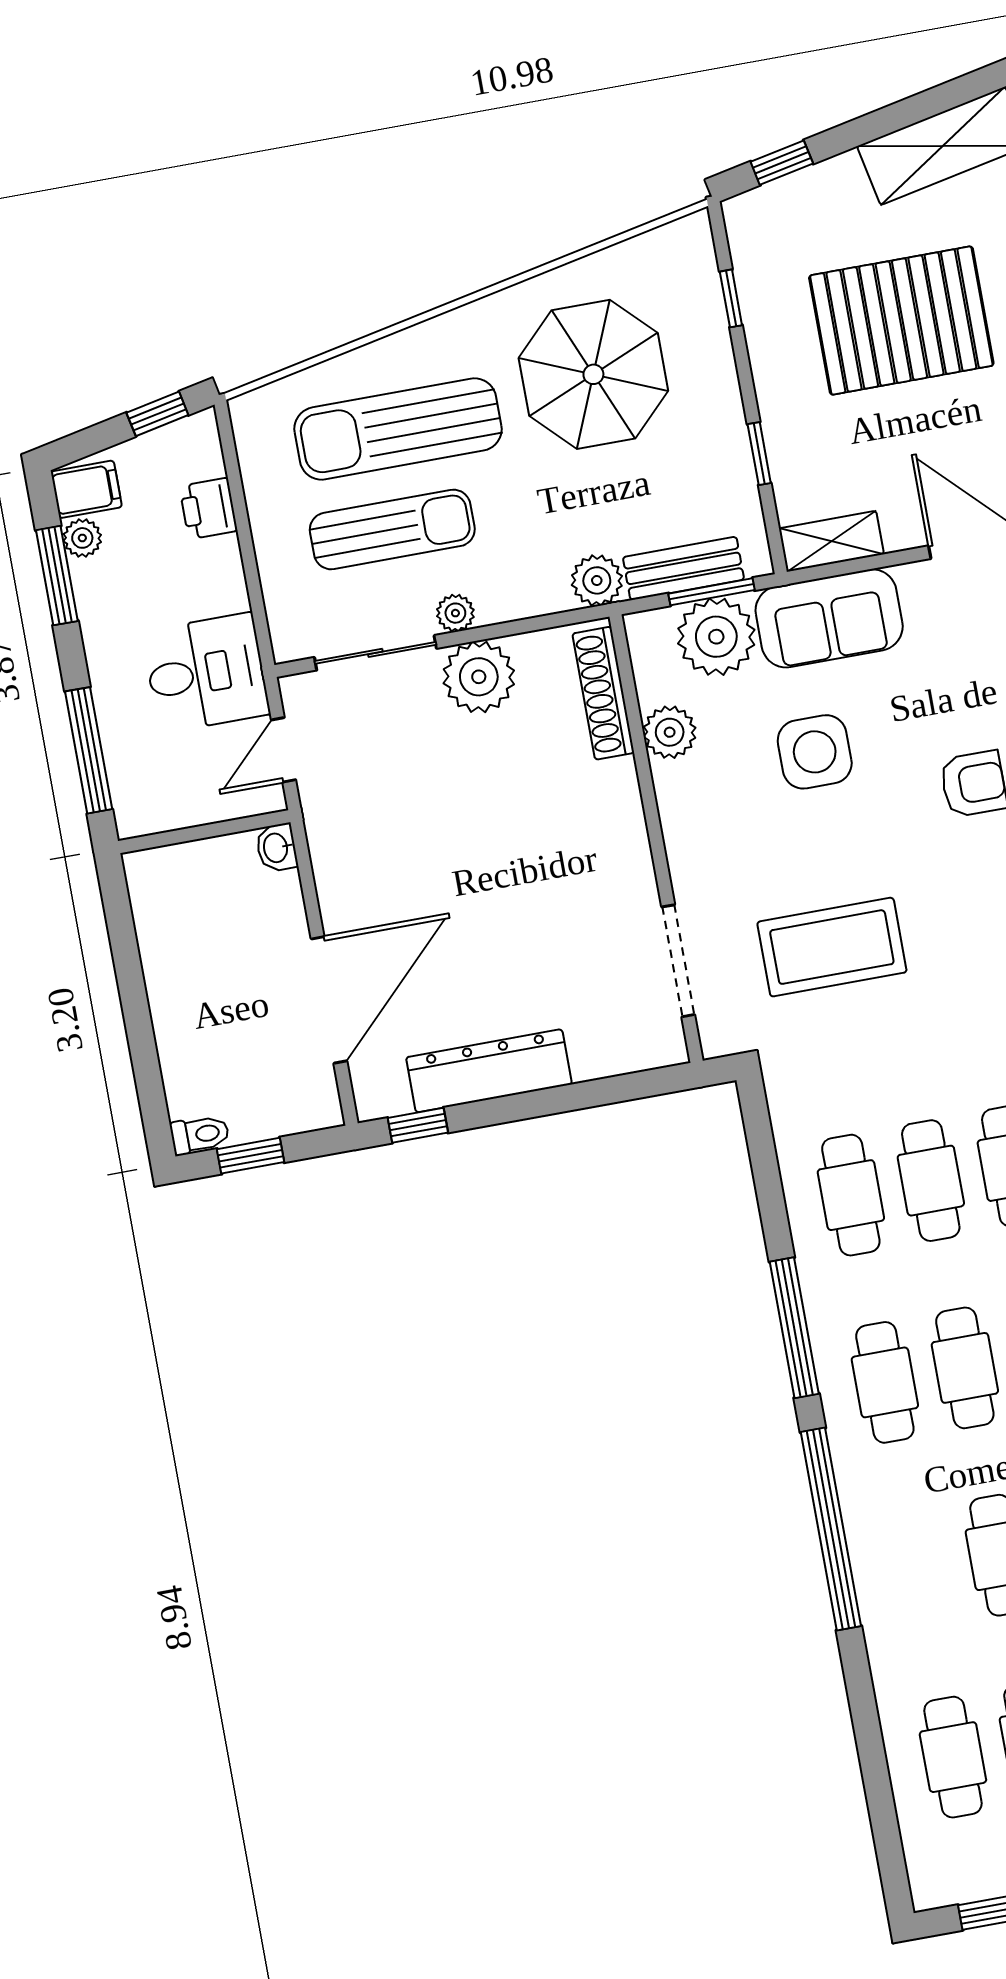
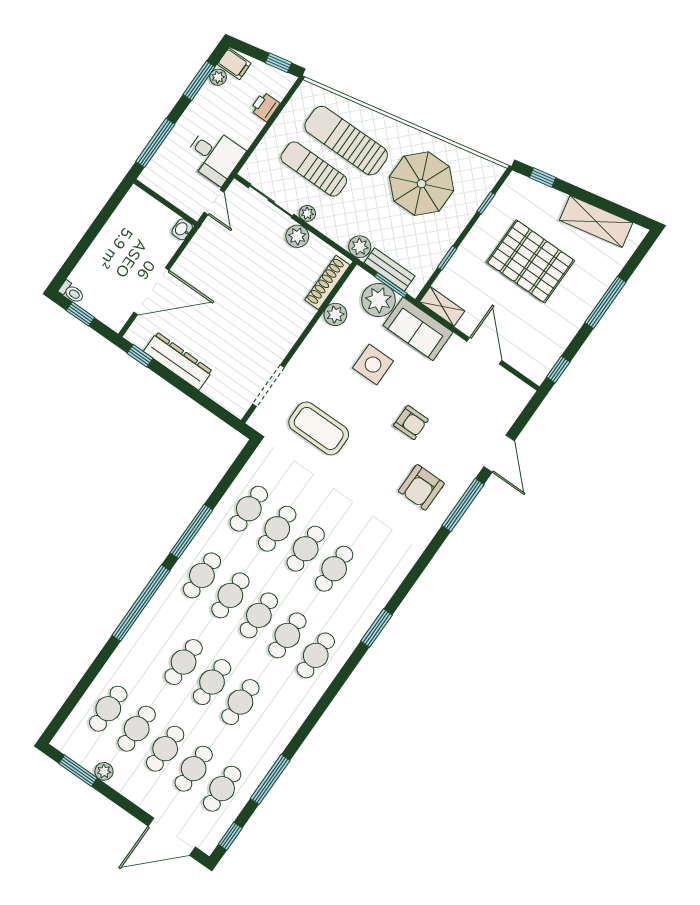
sun lounger: (392, 529) -> (314, 169), turned 180
plant: (479, 677) -> (297, 236), width x0.73, depth x0.73
door: (284, 750) -> (214, 202), swing flipped

